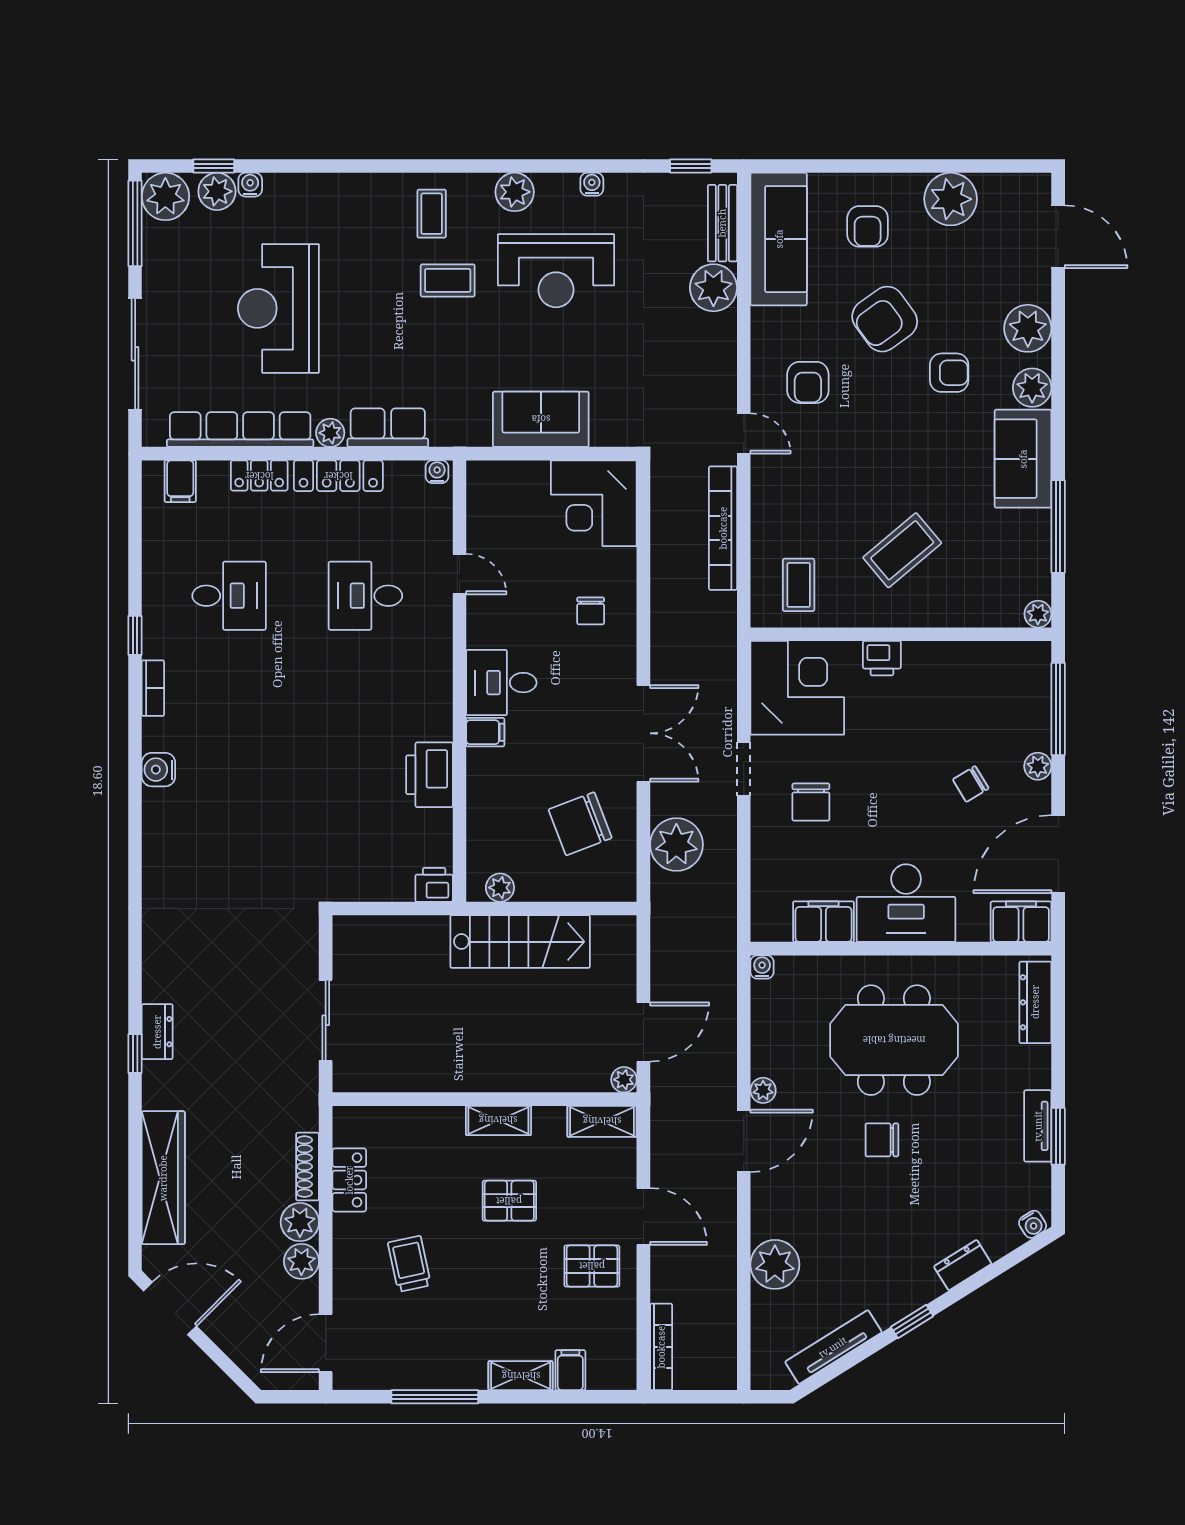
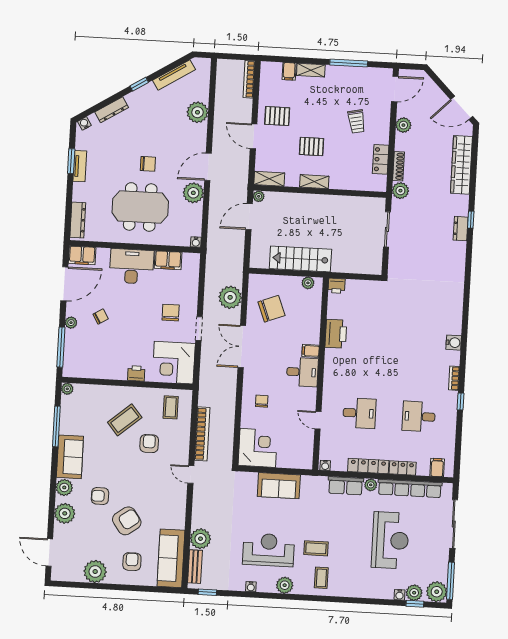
armchair: (808, 382) -> (149, 444), moved
plant: (763, 1090) -> (193, 193), width x1.88, depth x1.88
plant: (300, 1222) -> (400, 191), moved
dresser: (963, 1265) -> (112, 110), width x1.44

